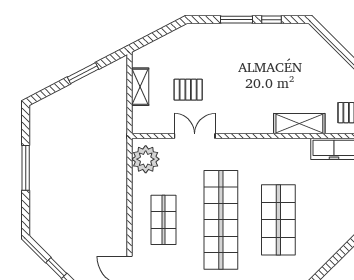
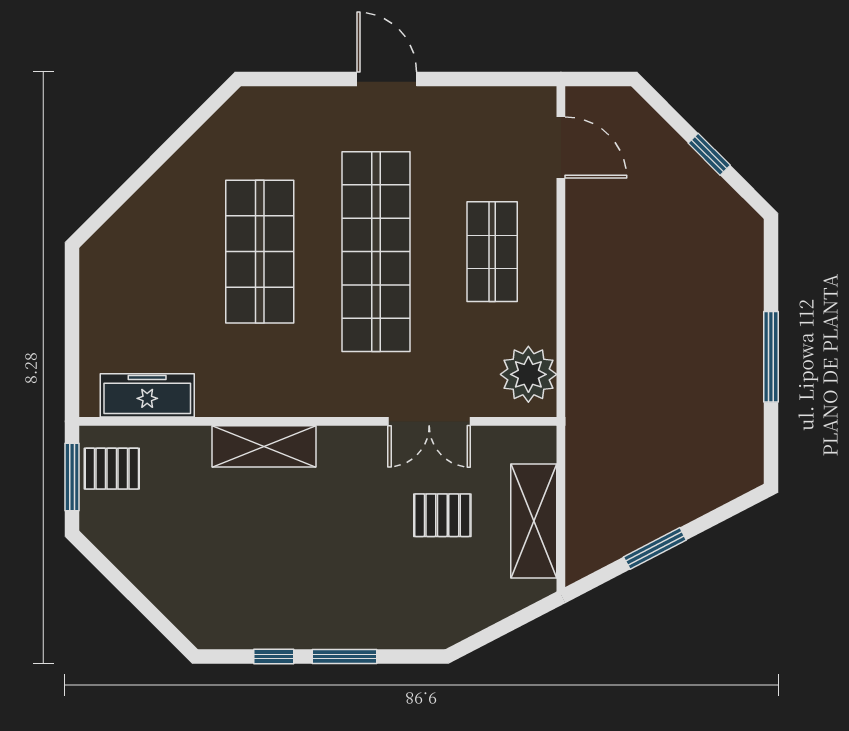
shelving: (140, 87) -> (534, 521), width x1.50, depth x1.33
shelving: (299, 124) -> (264, 446), moved

